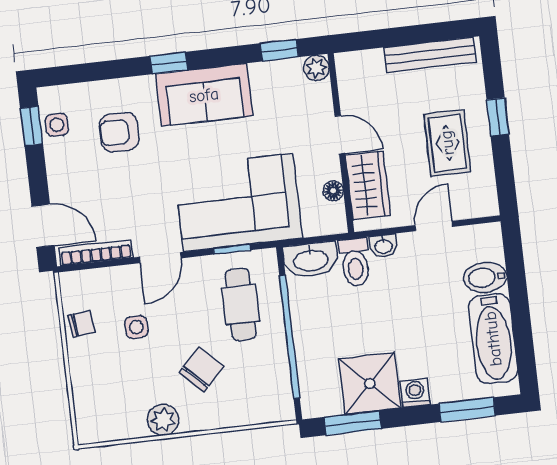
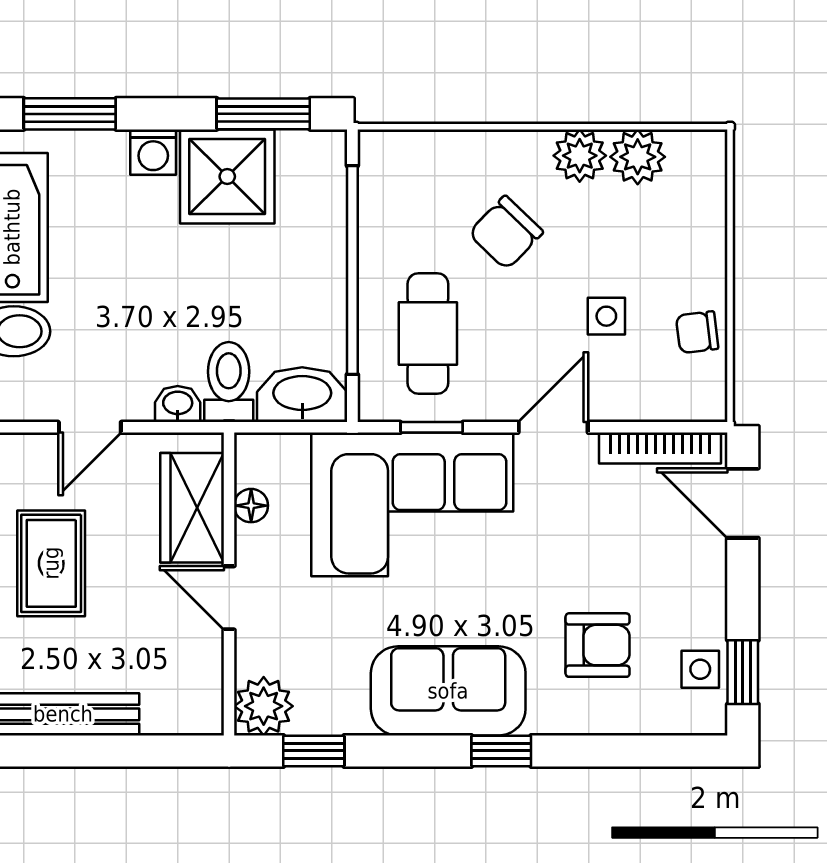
plant: (316, 68) -> (264, 706), width x1.38, depth x1.38
plant: (129, 423) -> (638, 157), added

